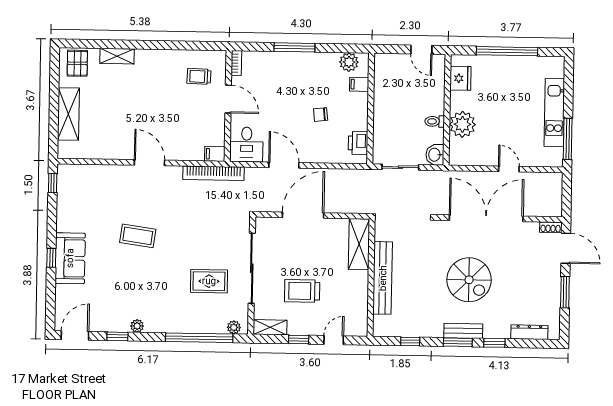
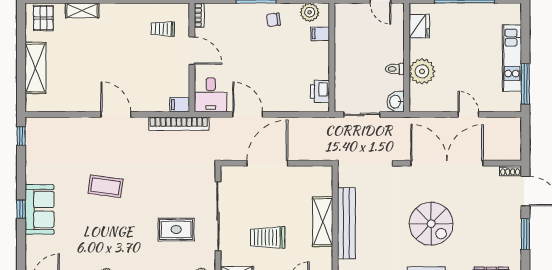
chair: (321, 115) -> (273, 20), moved
shelving: (359, 244) -> (323, 222), moved

